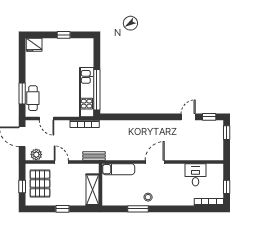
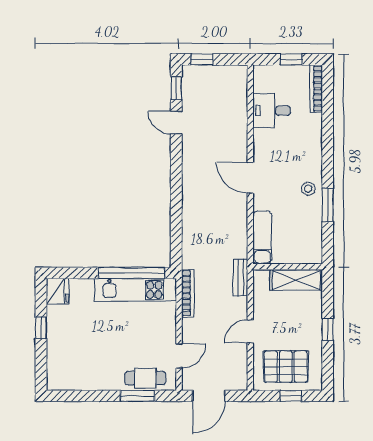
fridge: (34, 45) -> (57, 291), moved
plant: (36, 155) -> (238, 373), removed

